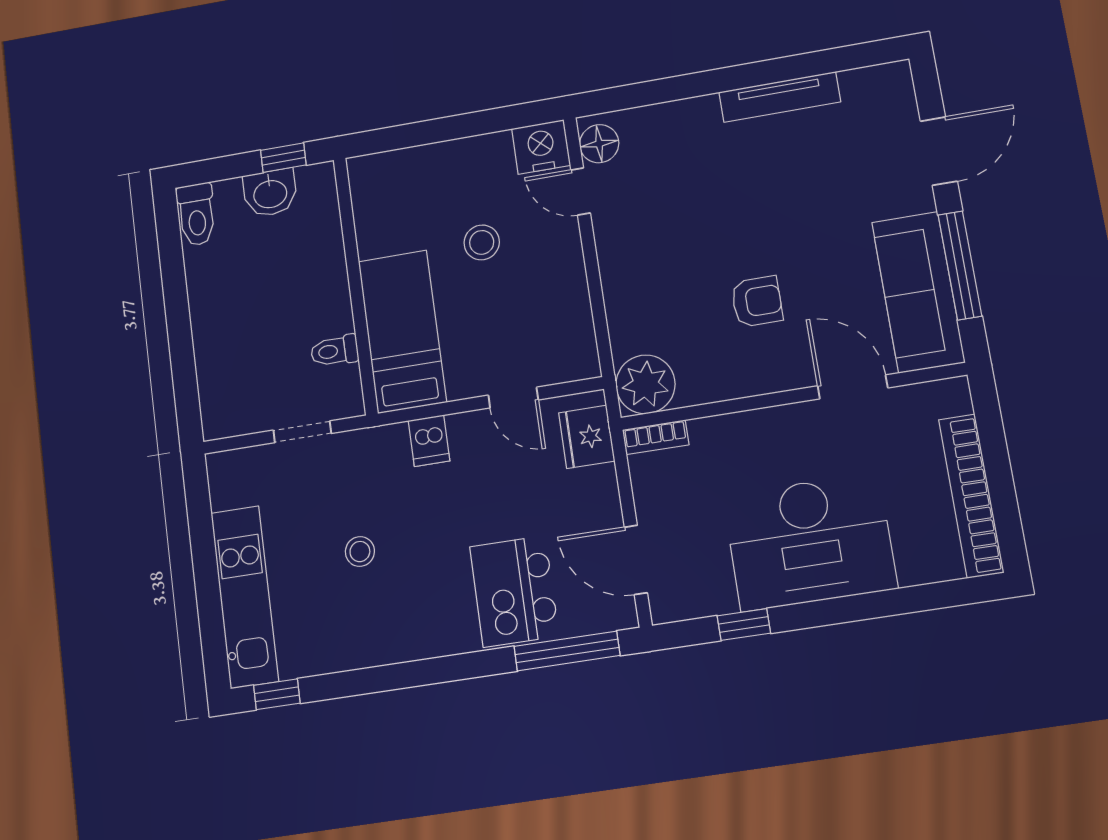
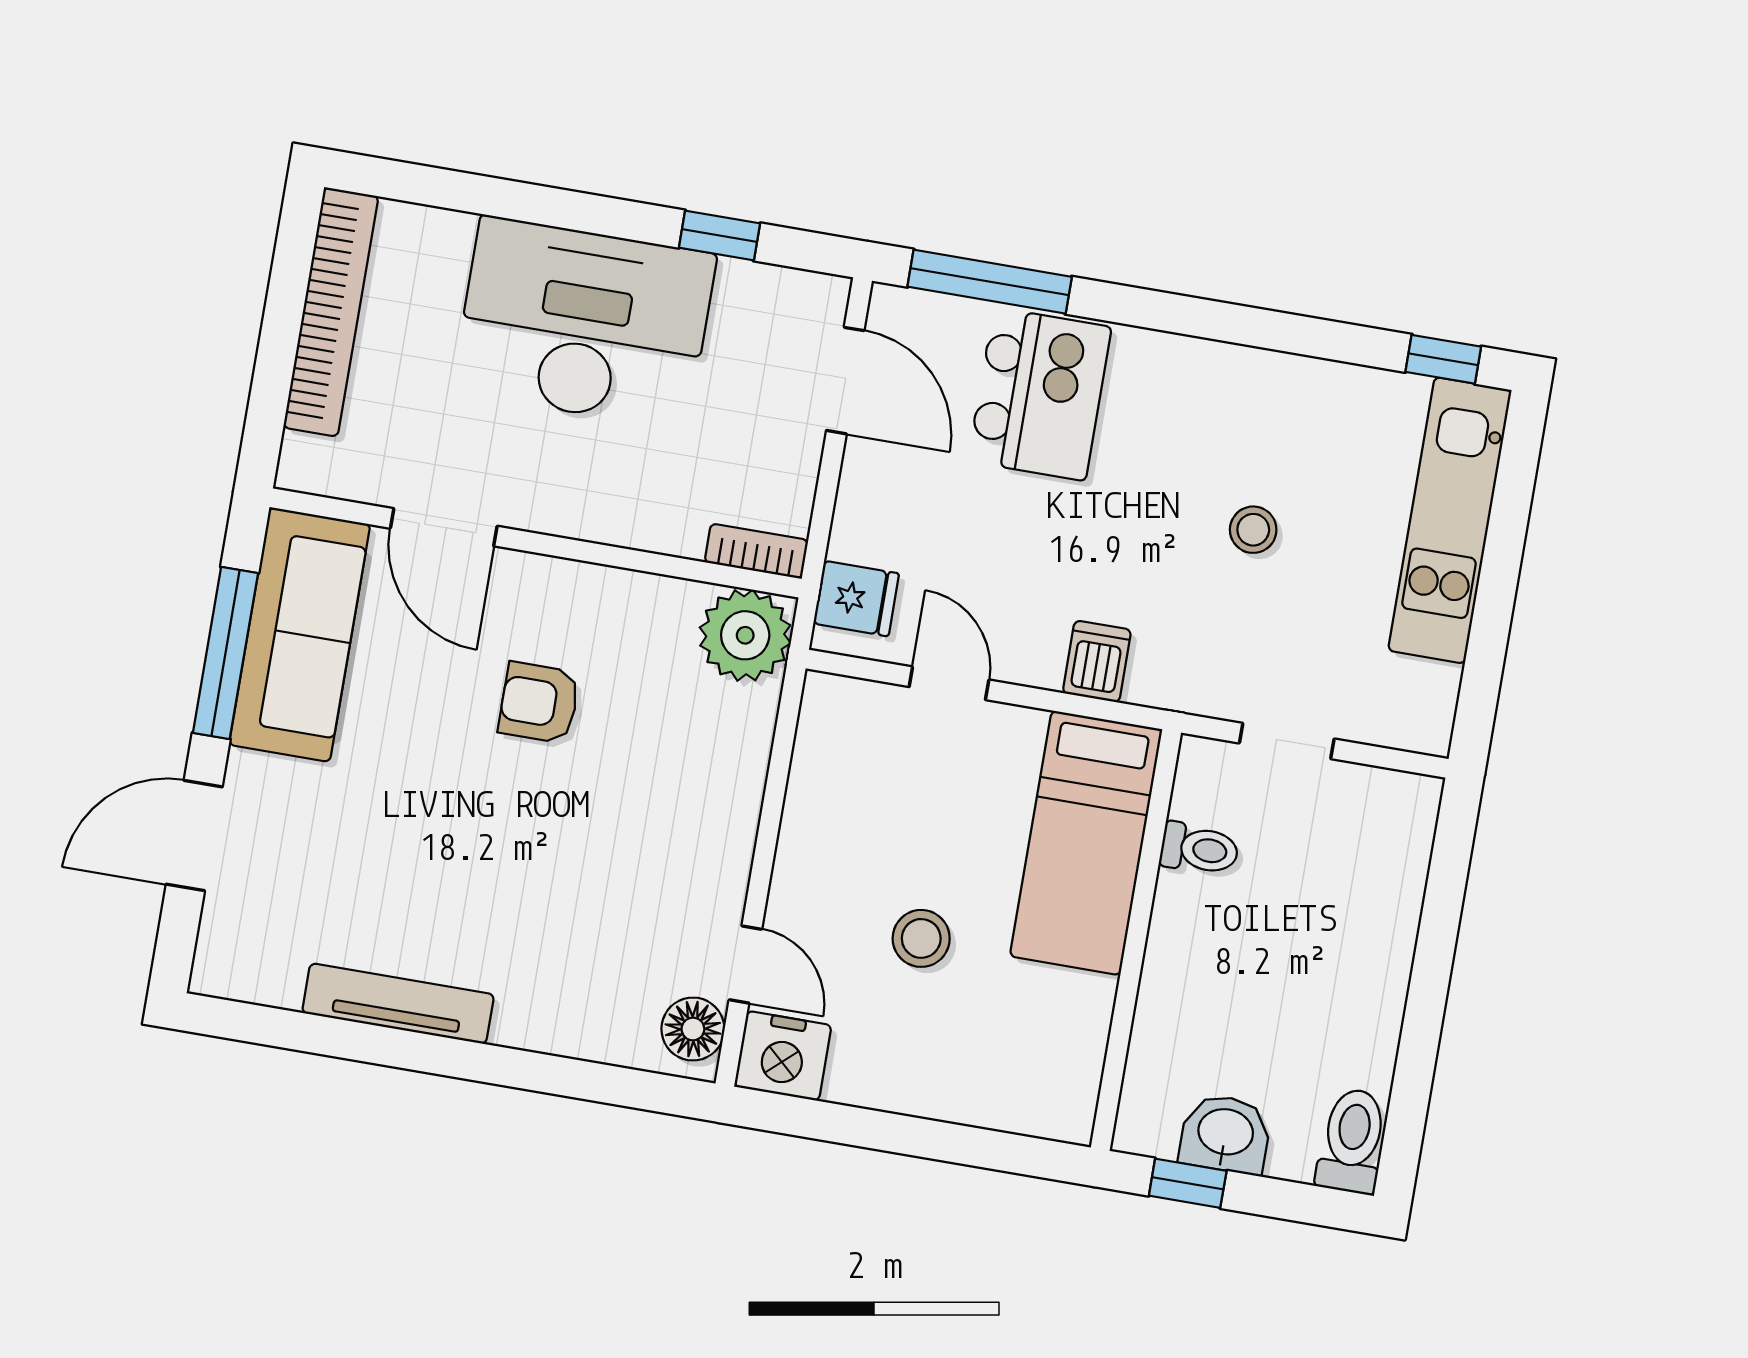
fridge: (587, 437) -> (856, 599), width x0.72

